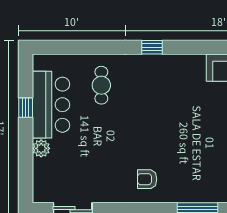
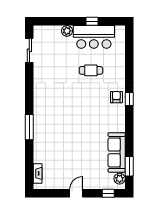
cafe table: (101, 85) -> (91, 70), moved
armchair: (147, 179) -> (116, 97), moved

